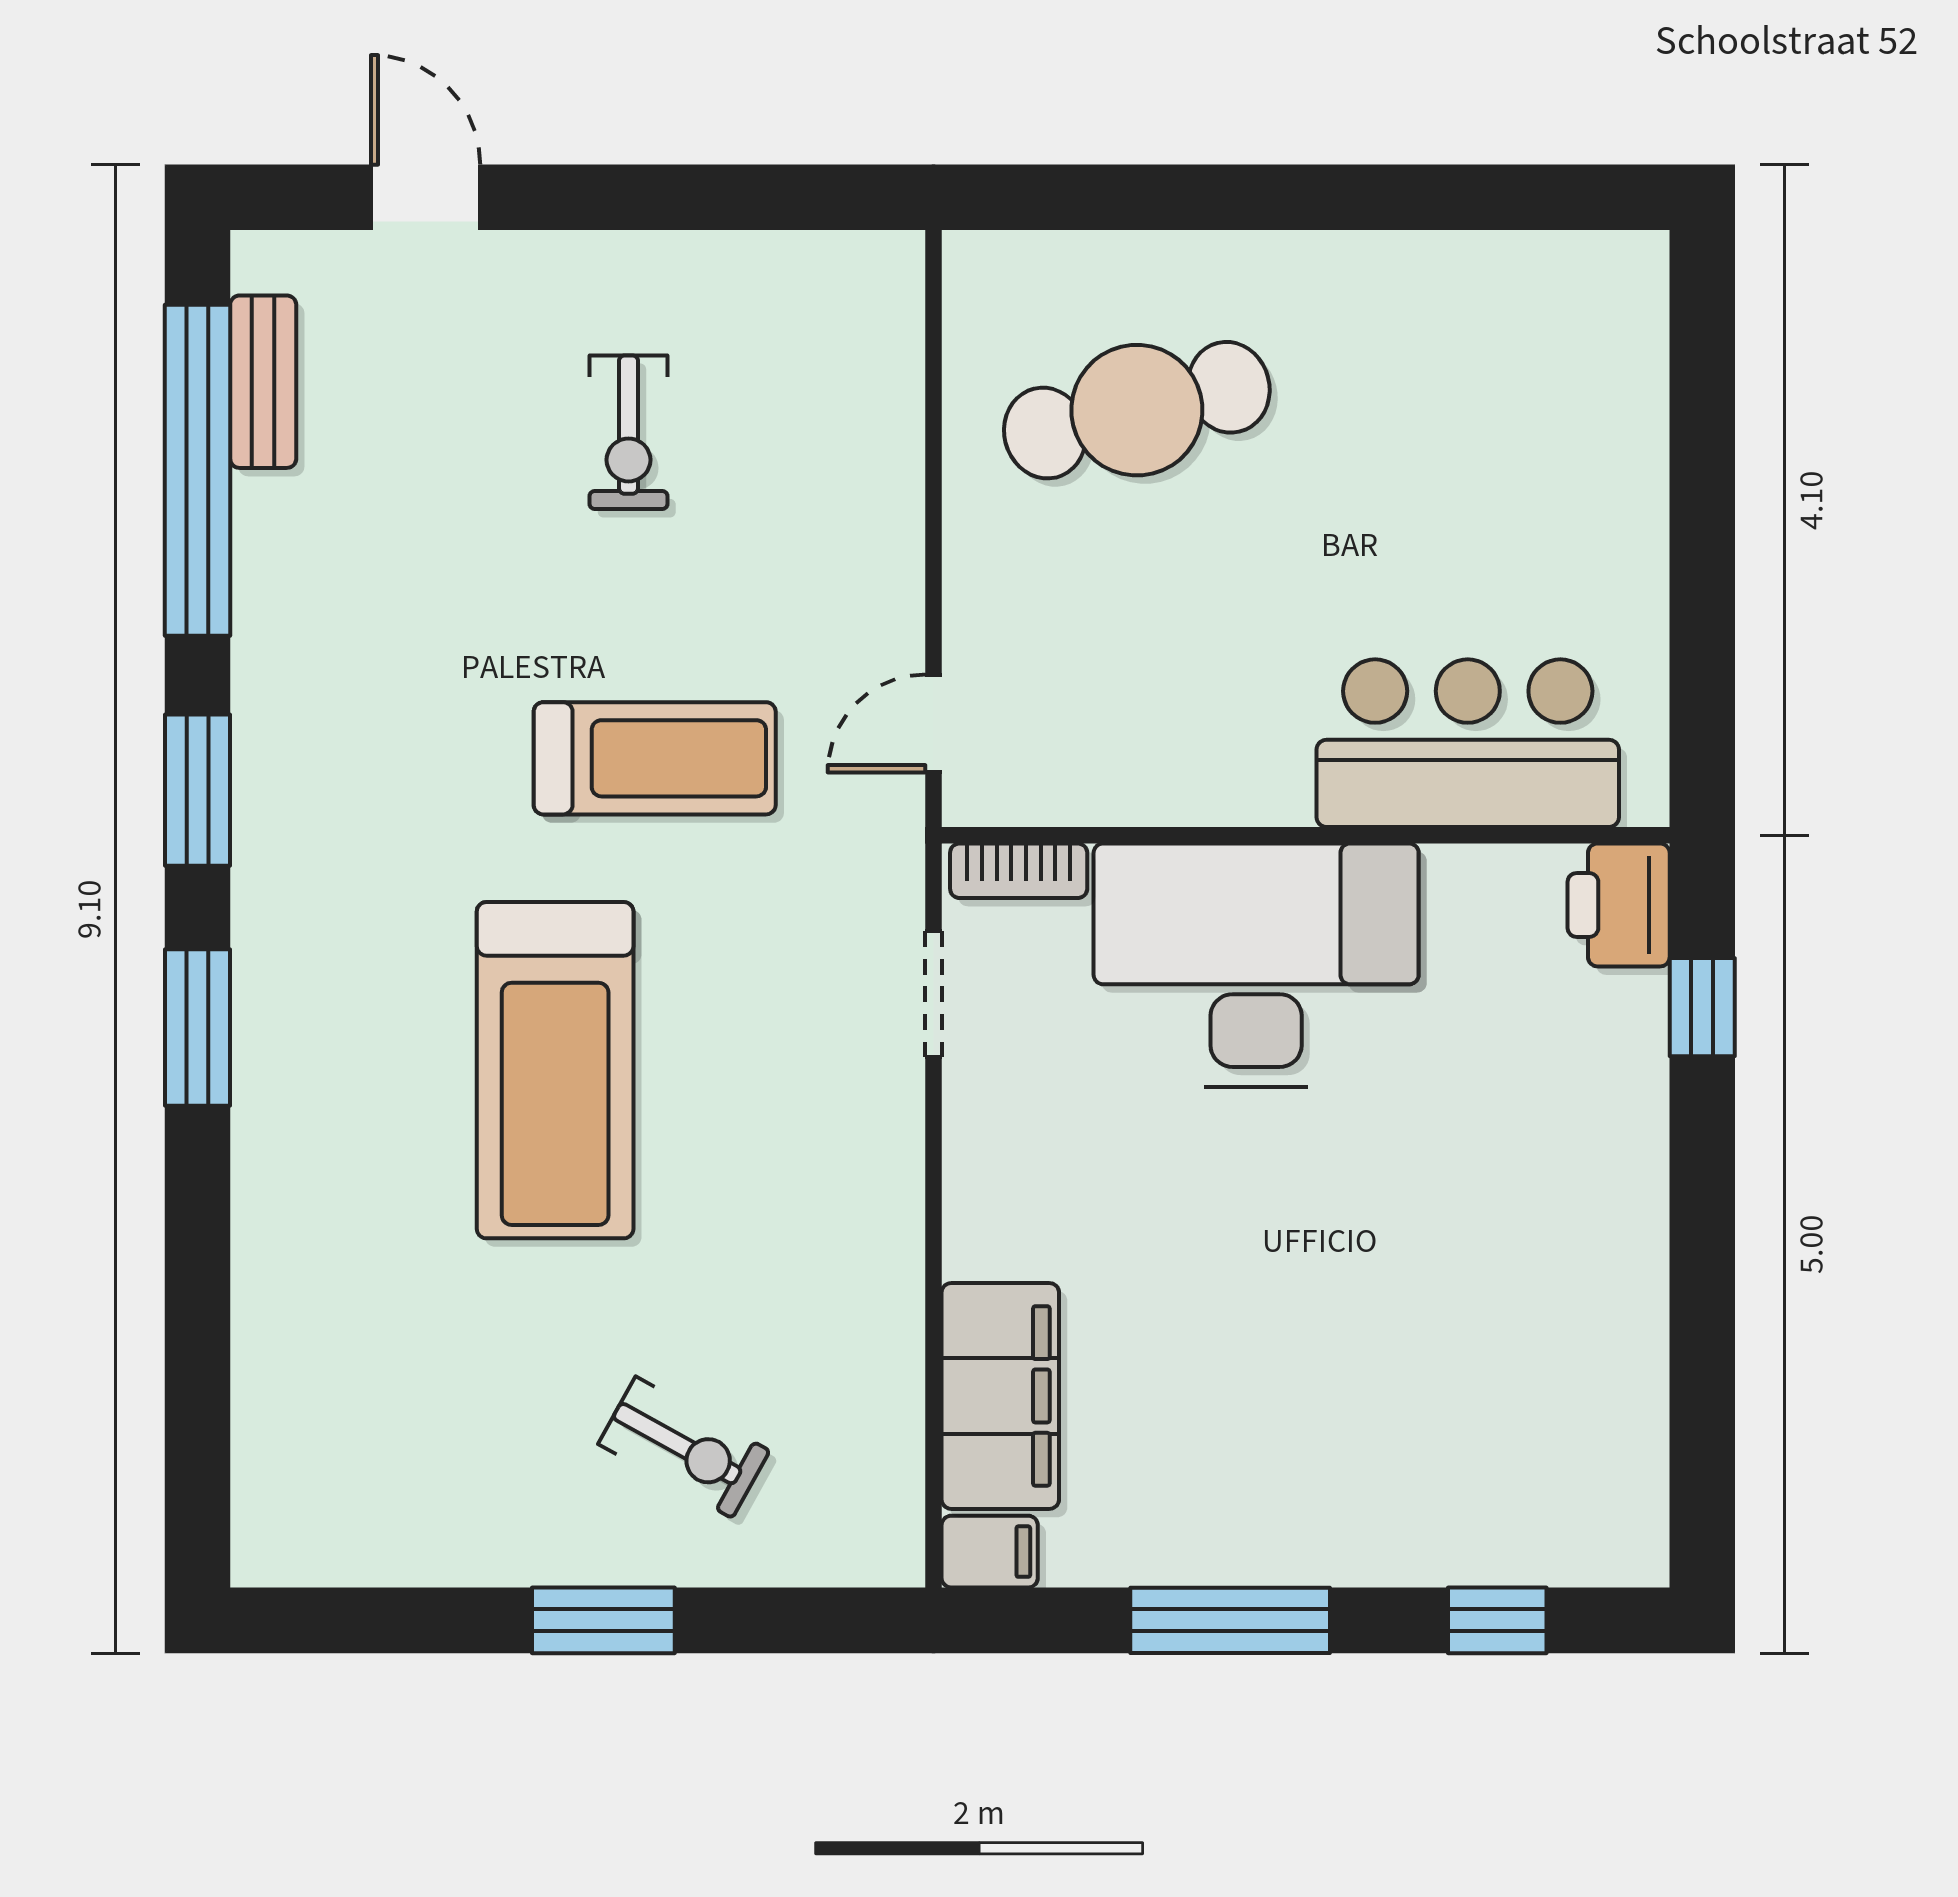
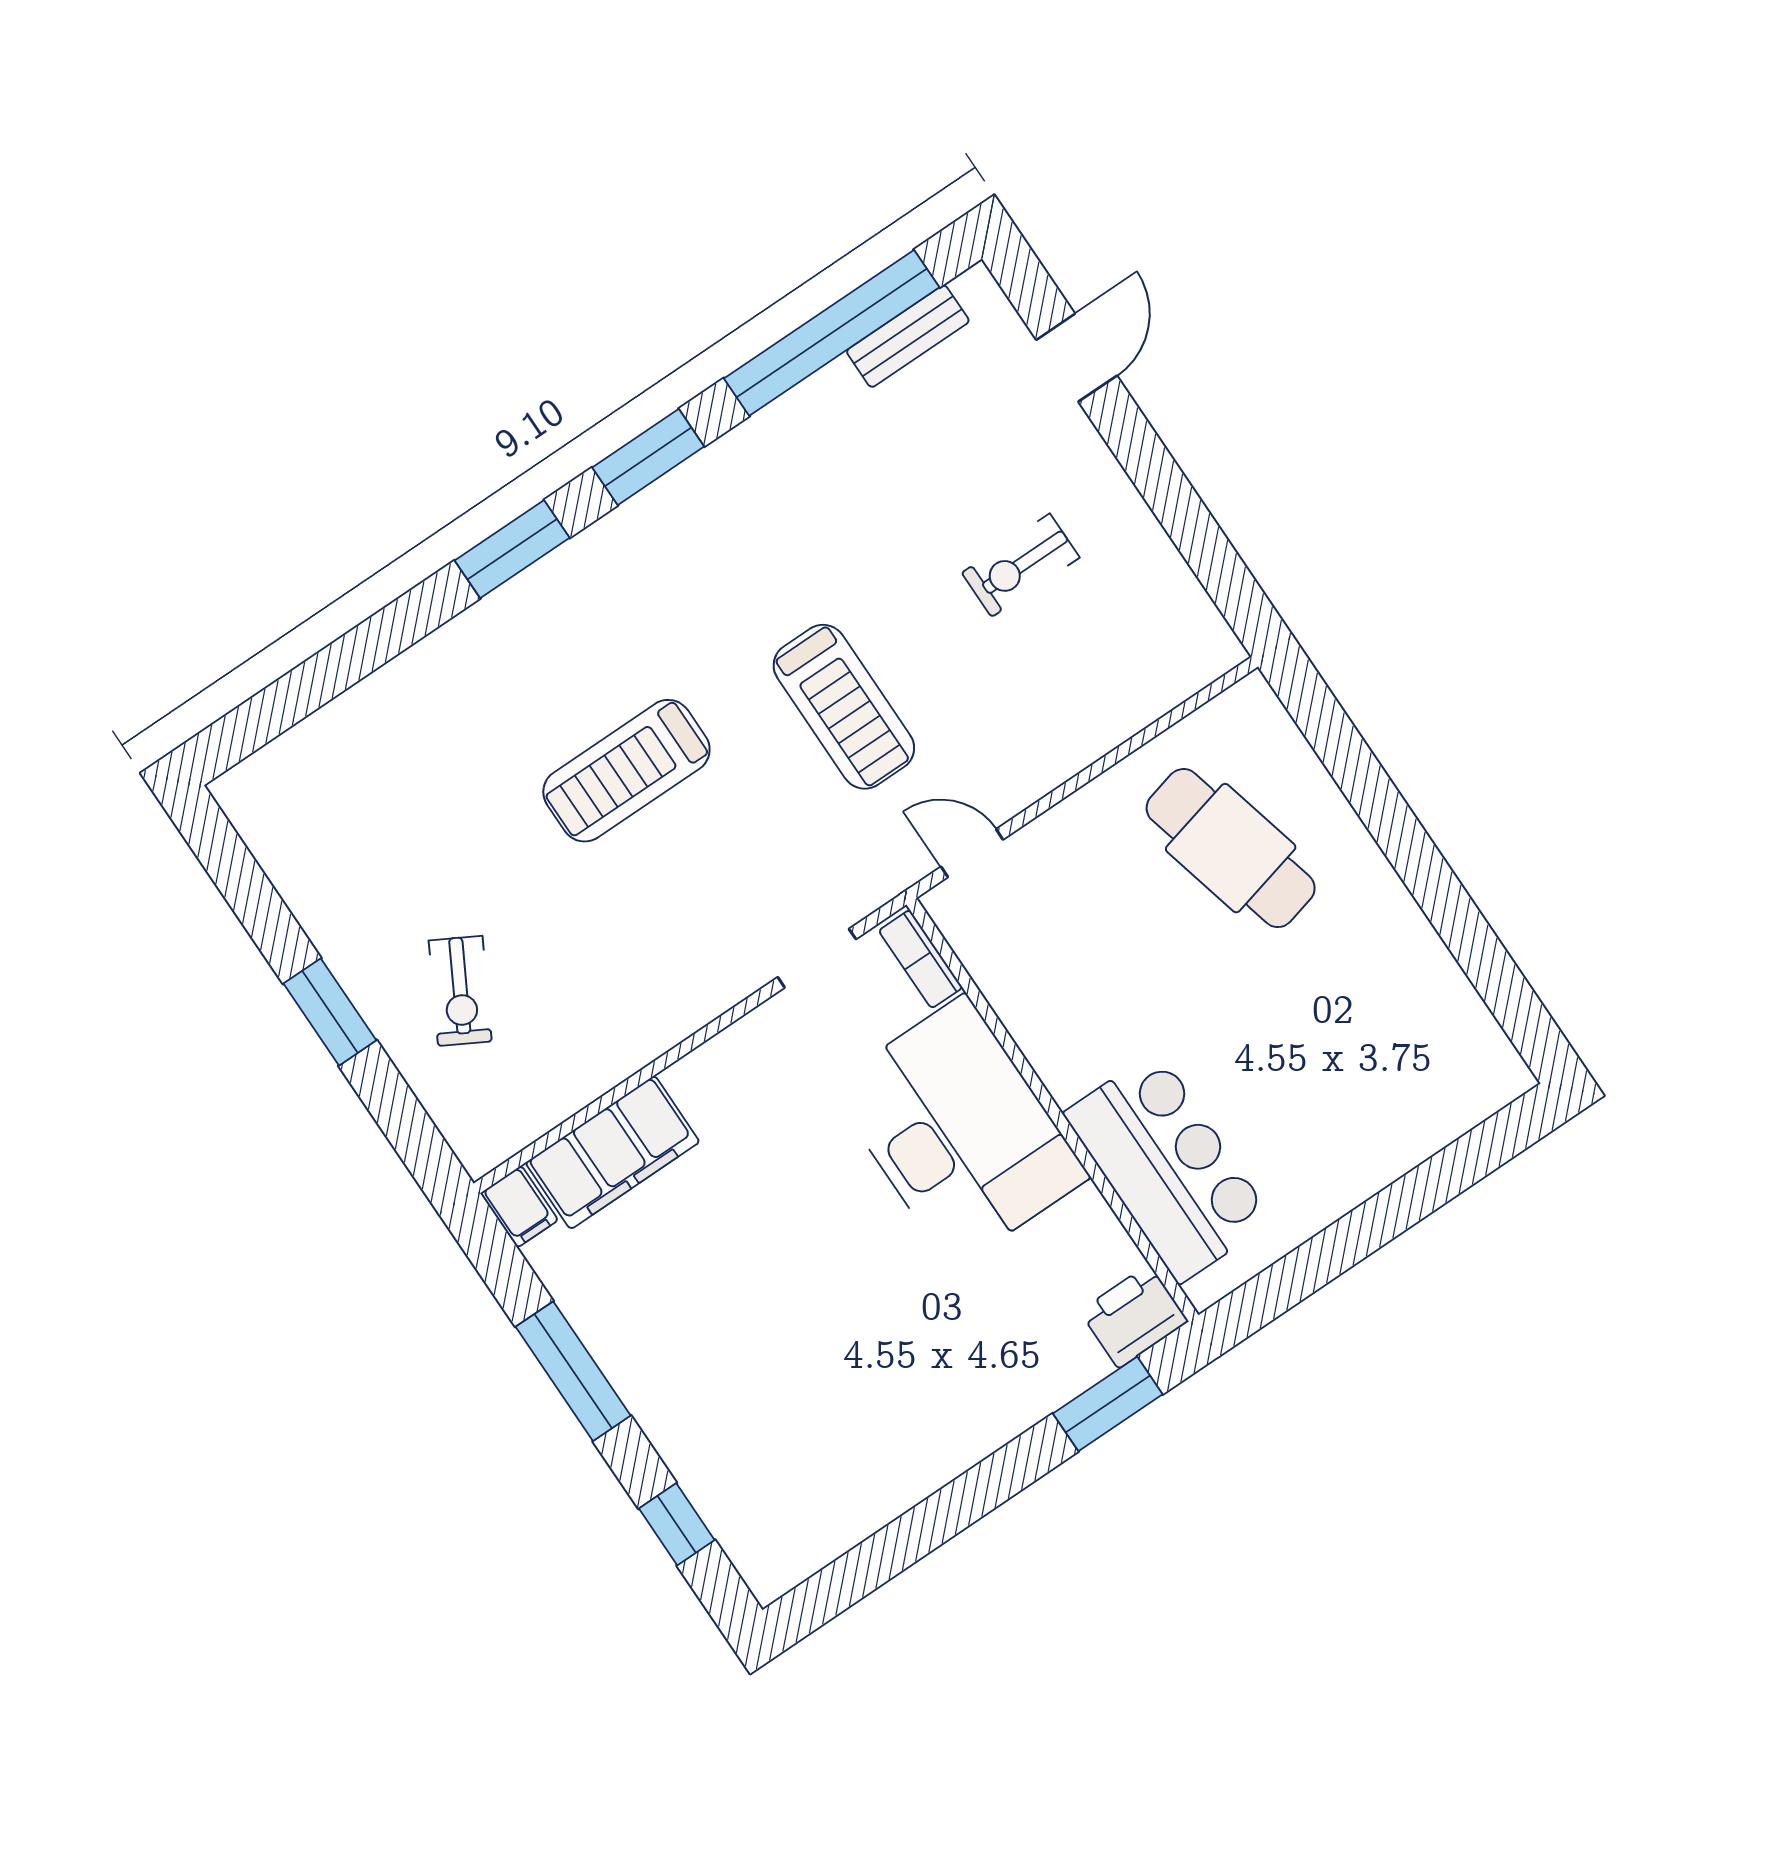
window: (1702, 1007) -> (1108, 1404), width x1.50
treadmill: (555, 1070) -> (626, 771), width x0.73, depth x0.73

